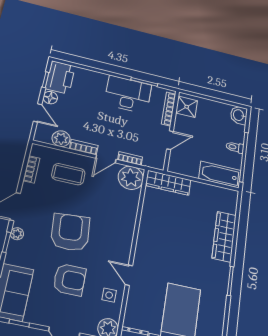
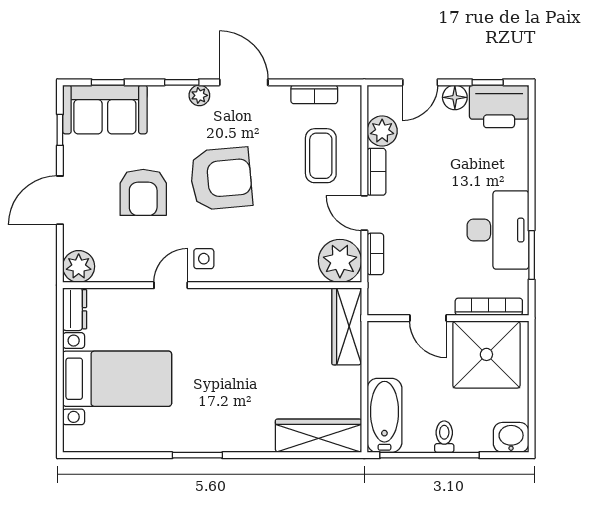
shower: (187, 107) -> (486, 354), width x1.86, depth x1.86
wardrobe: (224, 237) -> (318, 436), moved
side table: (109, 295) -> (204, 259), moved

